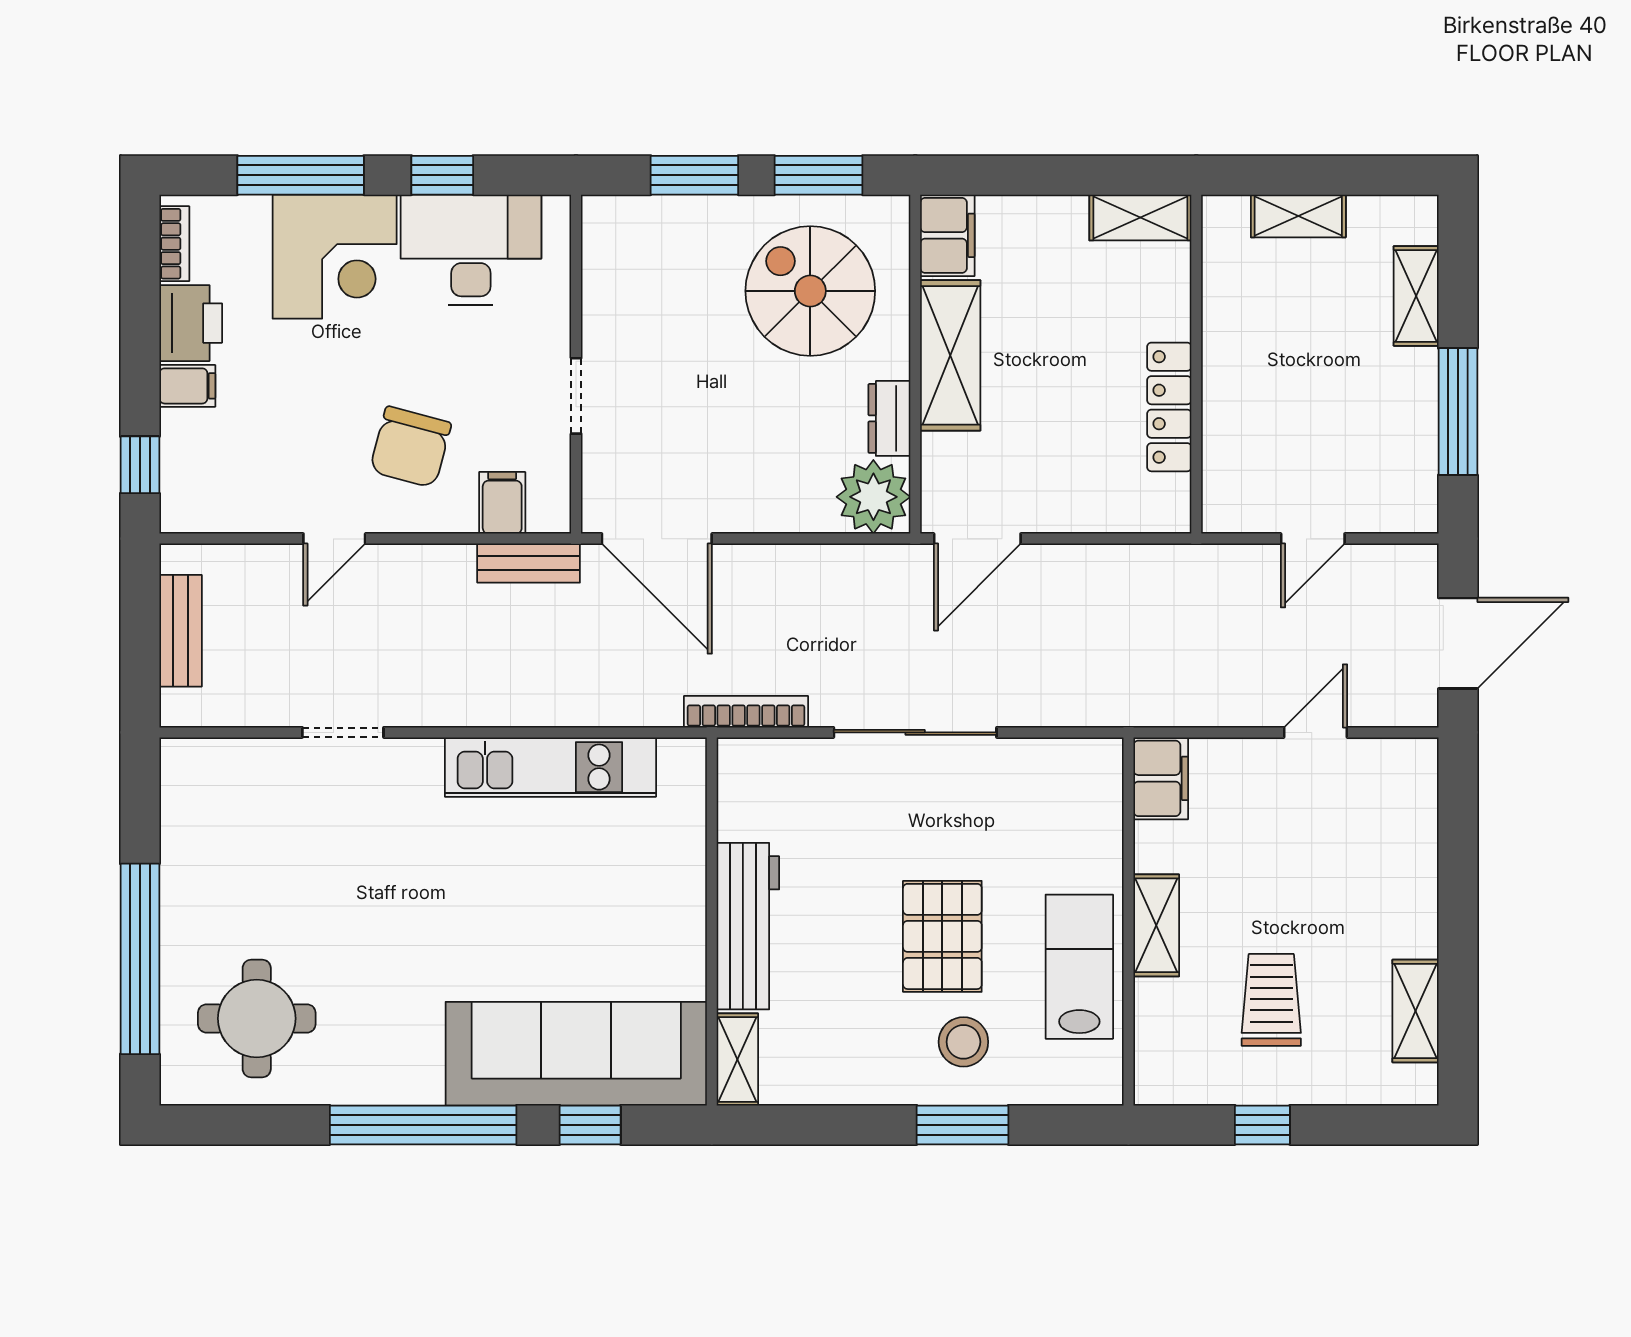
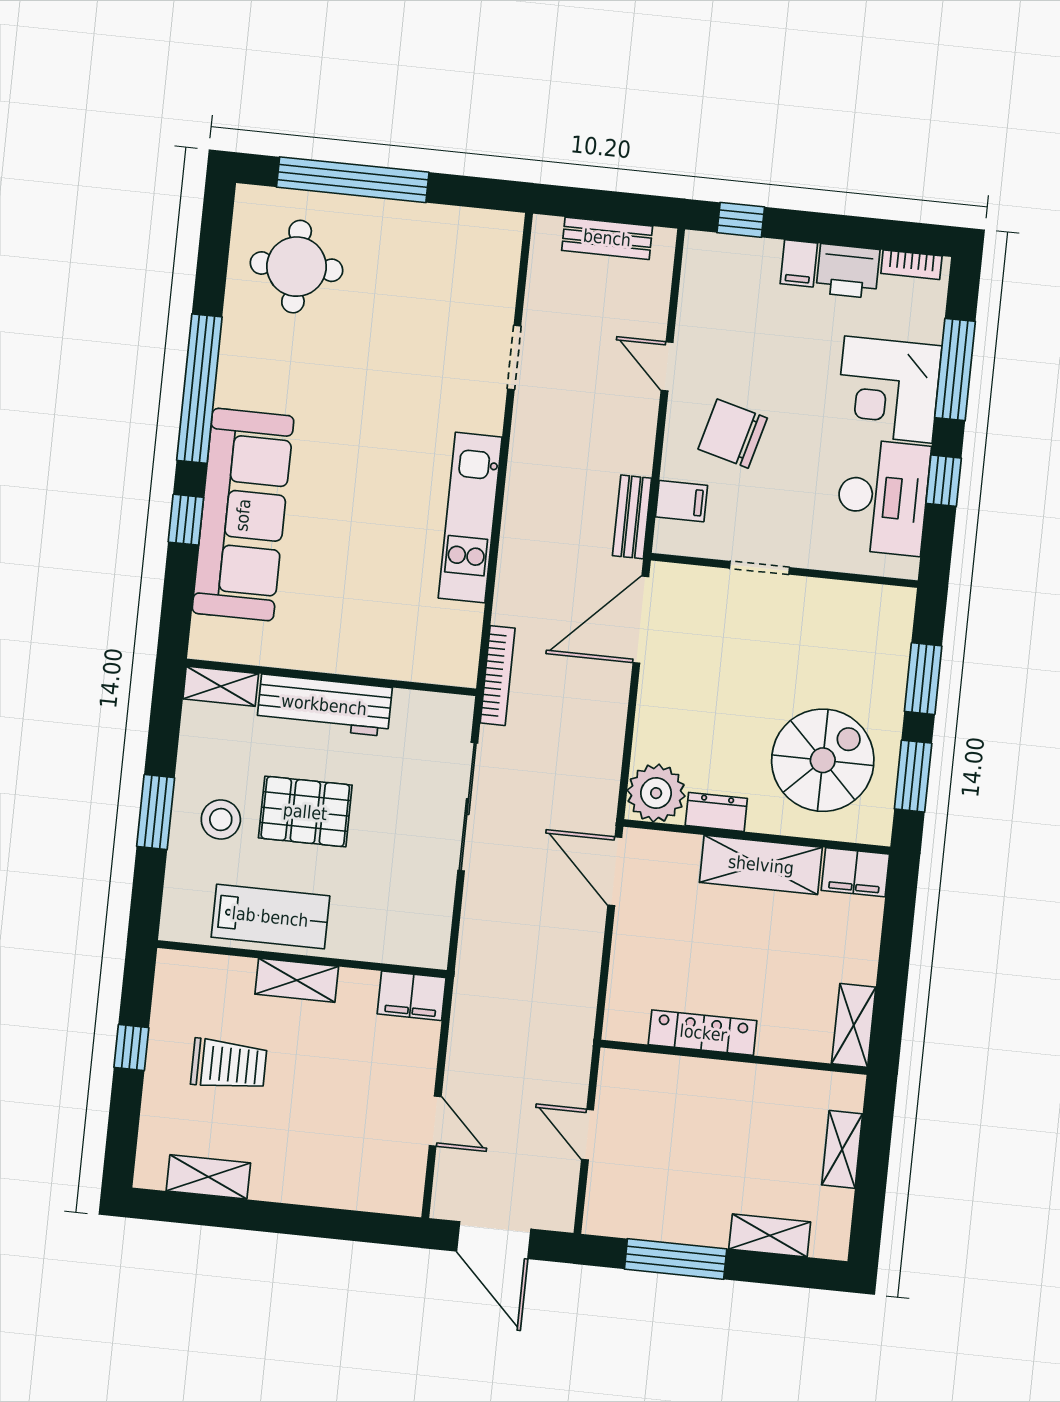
wall: (712, 921) -> (331, 677), moved
workbench: (748, 926) -> (324, 705), moved
shelving: (737, 1059) -> (221, 686), moved

